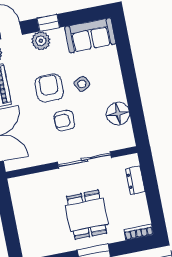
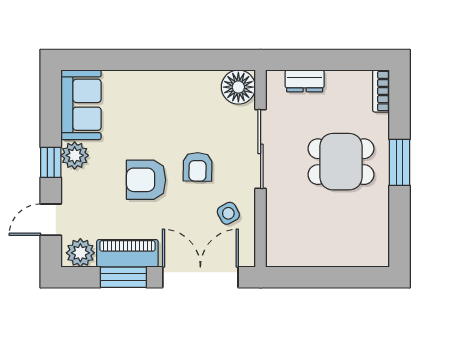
plant: (41, 41) -> (75, 155), moved
side table: (82, 84) -> (228, 213), moved
floor lamp: (118, 114) -> (238, 87), moved

